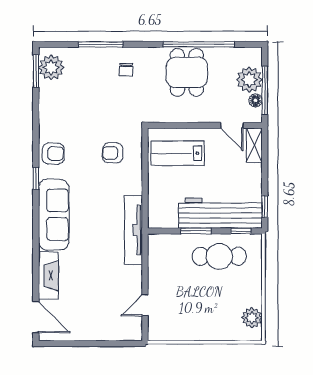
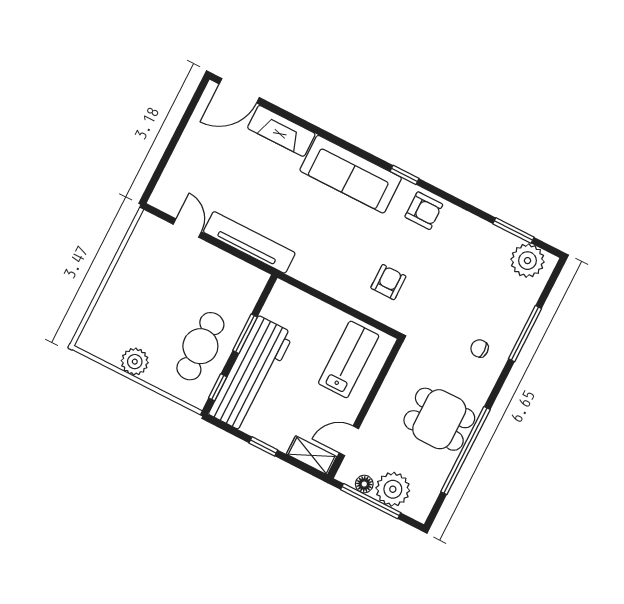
window: (36, 71) -> (513, 230), moved
armchair: (53, 154) -> (424, 211), turned -90
window: (265, 207) -> (263, 446), moved
tv unit: (134, 230) -> (249, 242), moved
plant: (252, 318) -> (135, 362), moved

